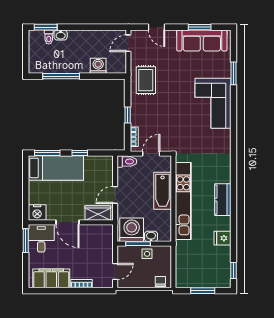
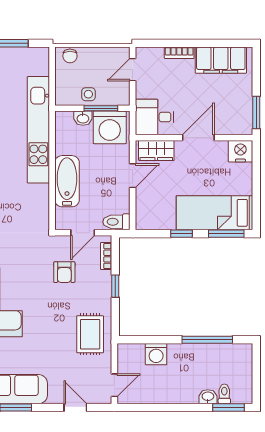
armchair: (164, 125) -> (64, 272), added
kitchen unit: (183, 201) -> (38, 130), moved
door: (68, 222) -> (198, 138), hinge flipped
desk: (41, 238) -> (155, 117), moved, turned 90

